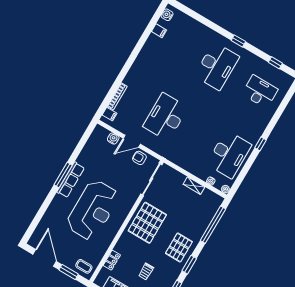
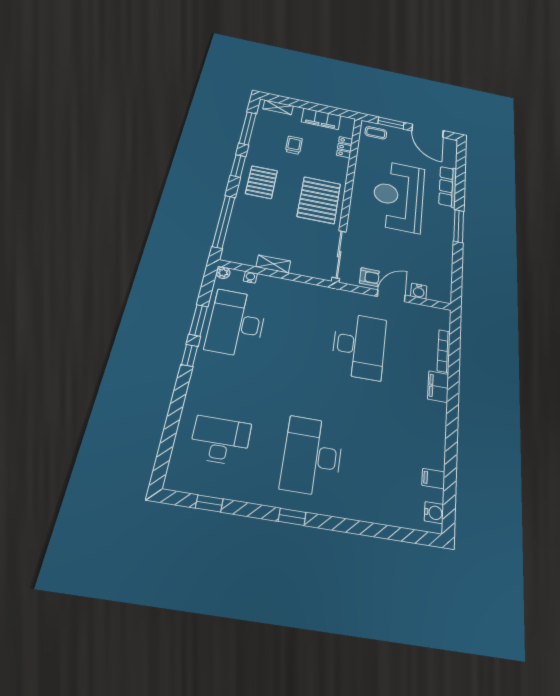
desk: (260, 92) -> (220, 440), turned 180
filing cabinet: (110, 114) -> (438, 387), moved, width x2.00
window: (249, 163) -> (198, 320), added
row of seats: (71, 180) -> (448, 186), moved

